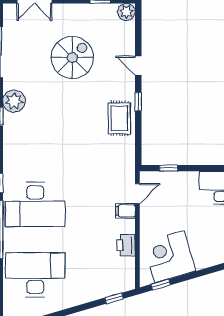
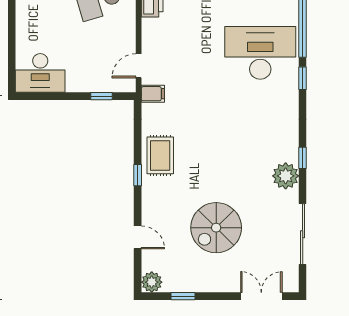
door: (138, 66) -> (138, 237), moved
filing cabinet: (125, 211) -> (153, 94), moved

